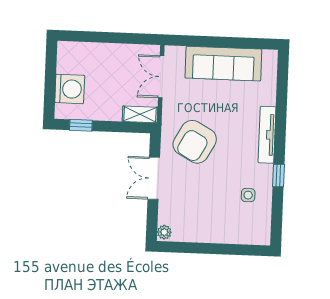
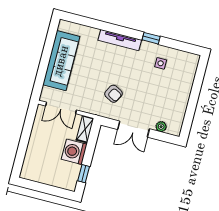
washing machine: (70, 89) -> (74, 152), moved, turned -90
armchair: (195, 142) -> (114, 94), width x0.53, depth x0.53
plant: (164, 232) -> (161, 127), moved

